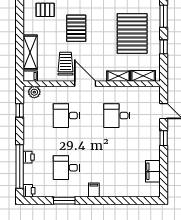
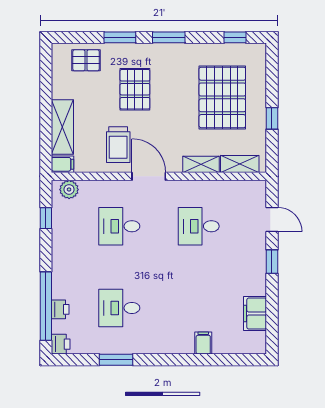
window: (164, 16) -> (272, 70), removed
trolley: (66, 64) -> (118, 145), turned 180
printer: (29, 157) -> (60, 309), moved
filing cabinet: (94, 190) -> (203, 343), moved

